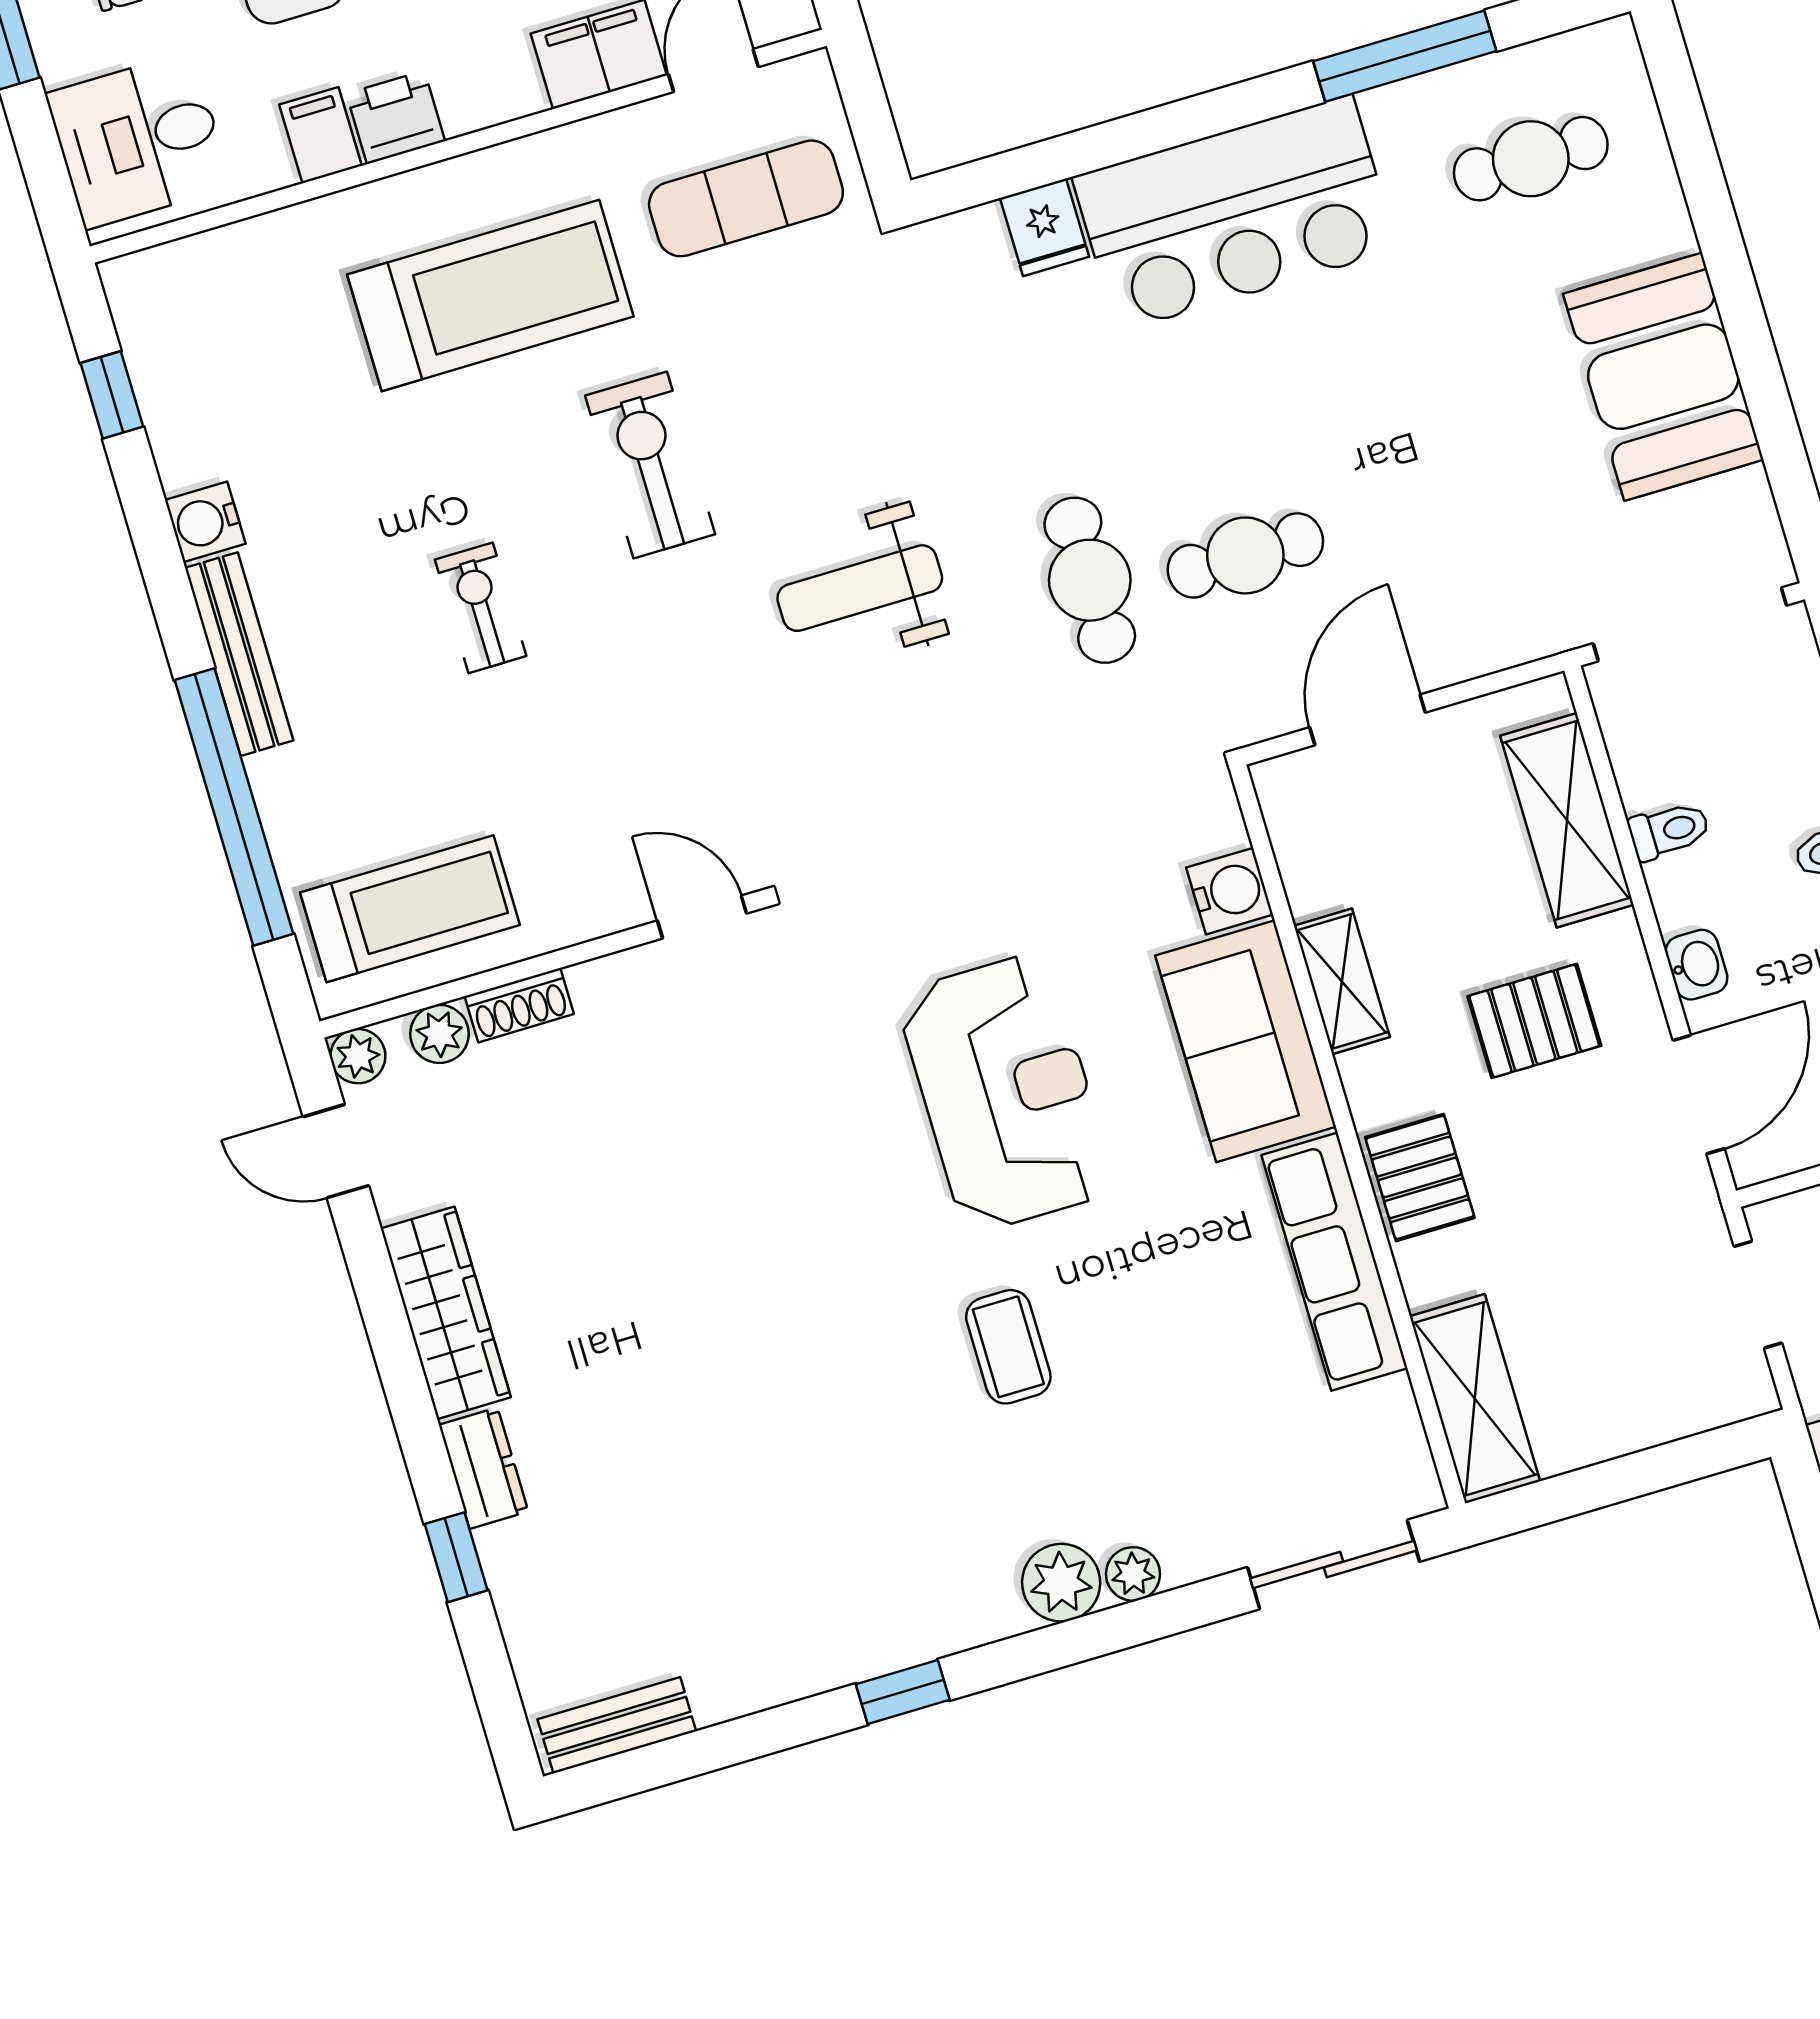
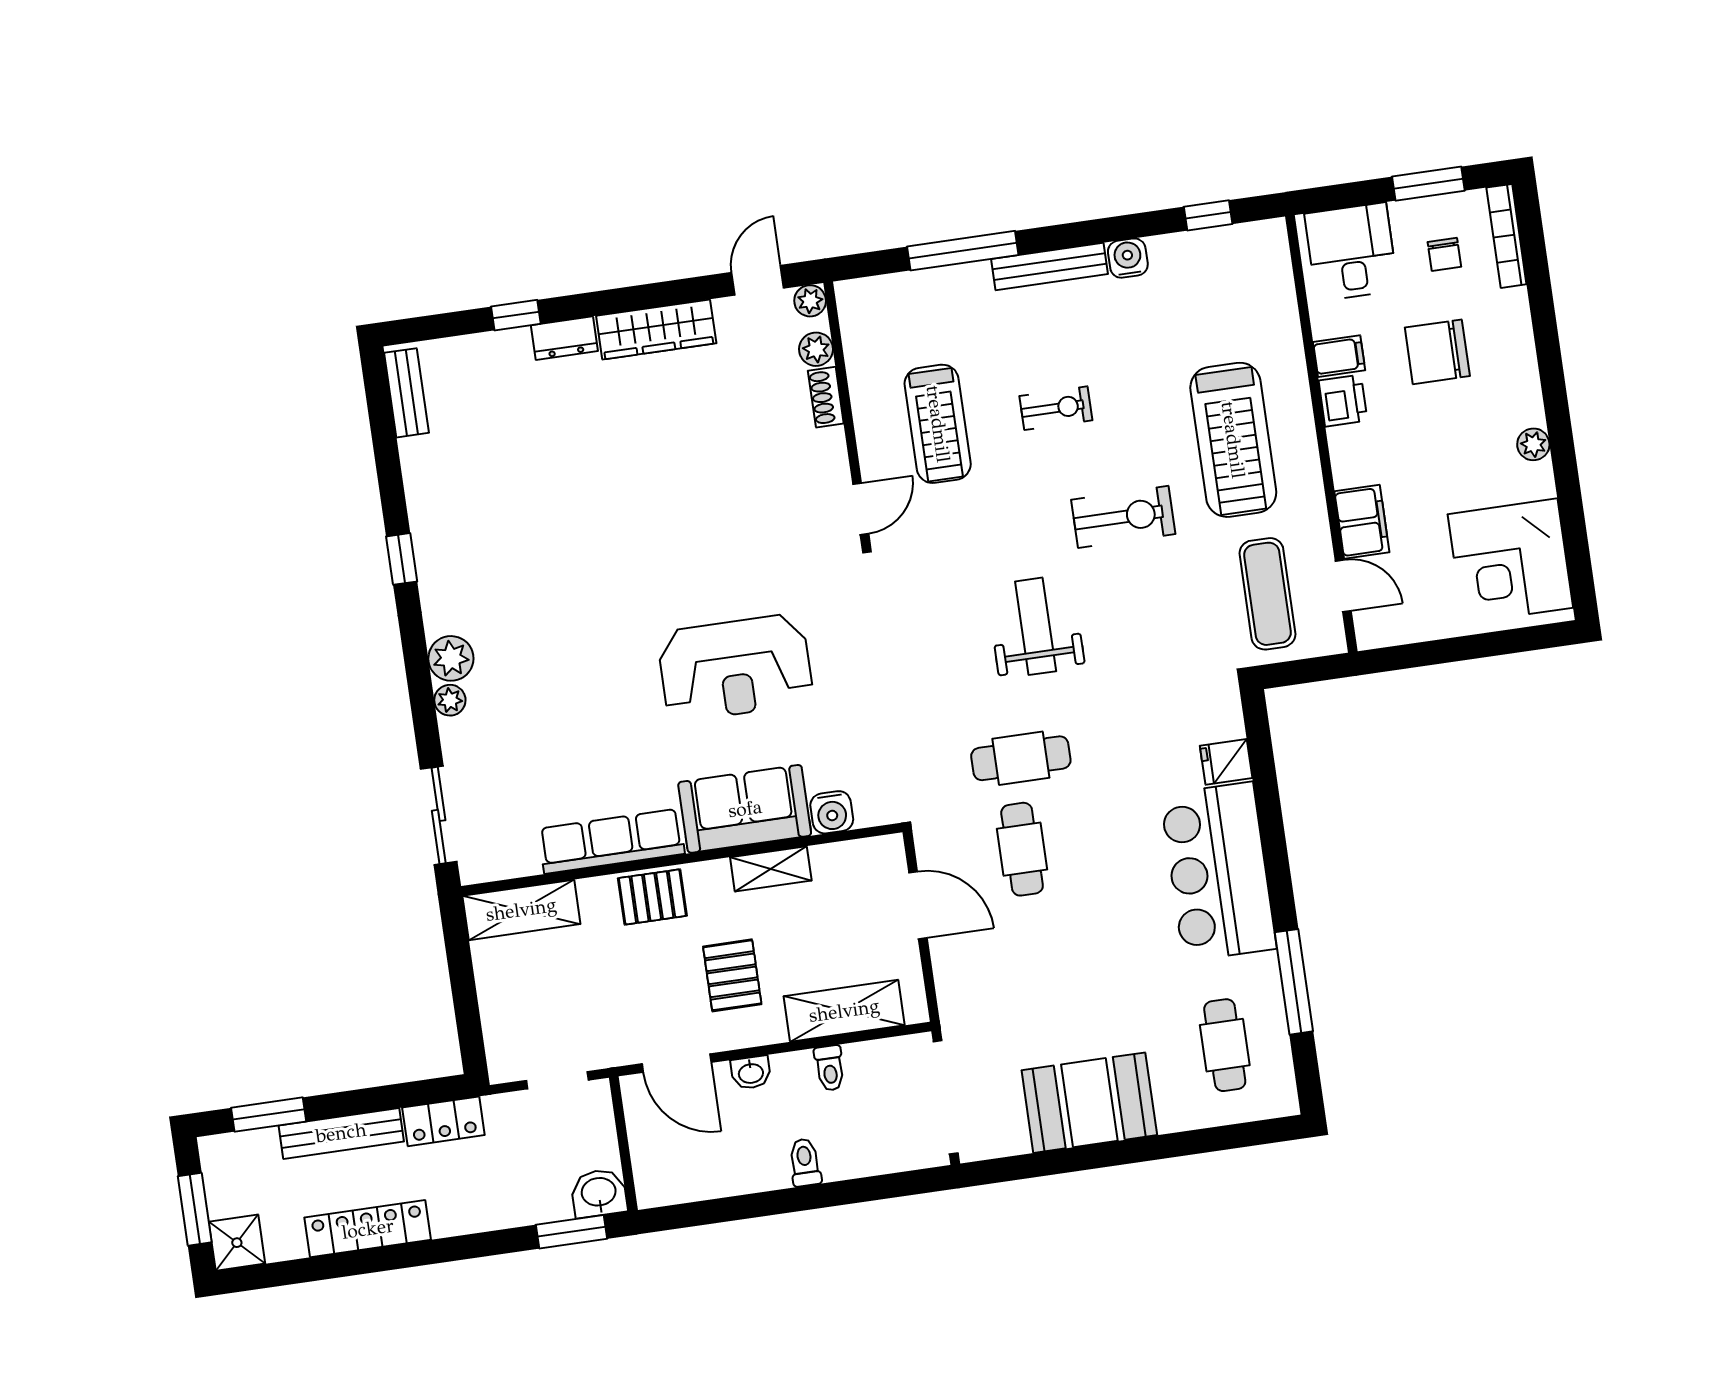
window: (234, 807) -> (963, 251), width x0.68
treadmill: (410, 909) -> (938, 424), moved
coffee table: (1008, 1347) -> (590, 648), removed

